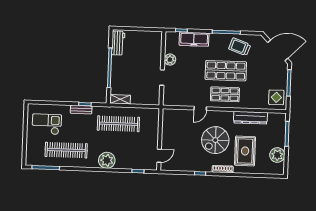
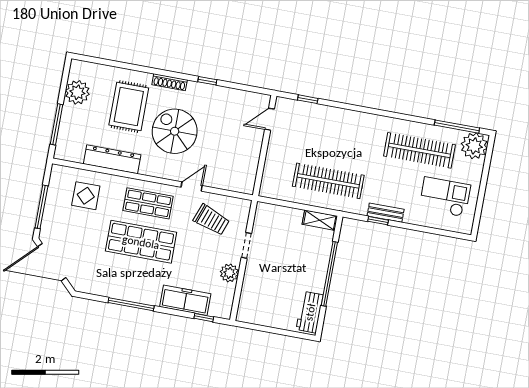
trolley: (240, 47) -> (211, 220), moved
display table: (276, 97) -> (86, 196), moved
checkout: (47, 124) -> (445, 197), turned 180
spiral stairs: (215, 140) -> (175, 131), turned -90
plant: (107, 160) -> (474, 146), moved

